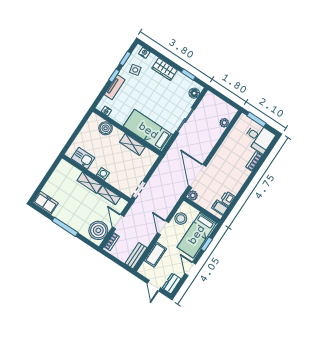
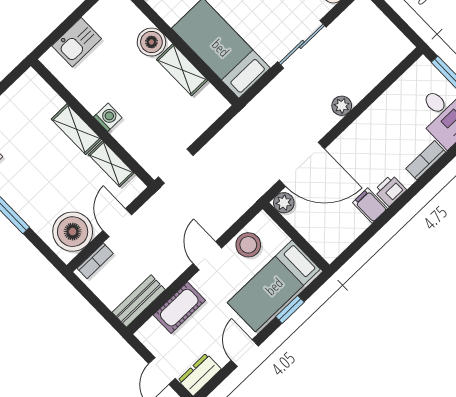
plant: (224, 123) -> (342, 106), moved
boiler: (106, 128) -> (151, 42), moved
kitchen sink: (83, 158) -> (77, 42), moved, turned 90
door: (197, 176) -> (302, 164), swing flipped
printer: (228, 199) -> (390, 190), moved
filing cabinet: (220, 208) -> (370, 205), moved

